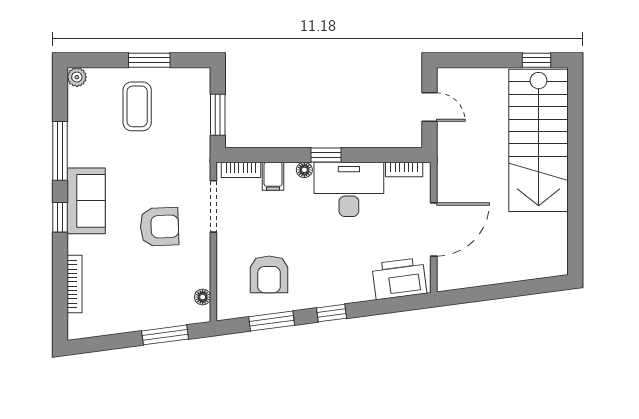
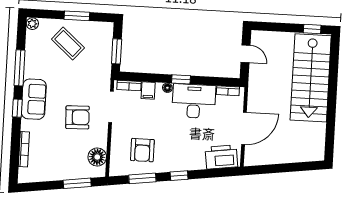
coffee table: (137, 106) -> (68, 43), turned -49
floor lamp: (203, 297) -> (97, 157), width x1.89, depth x1.89

